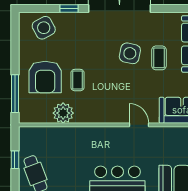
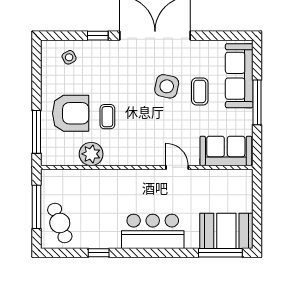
side table: (44, 28) -> (69, 57), width x0.54, depth x0.54
armchair: (45, 77) -> (71, 113), turned -90
window: (15, 160) -> (37, 207), width x2.17

